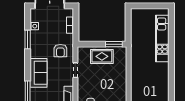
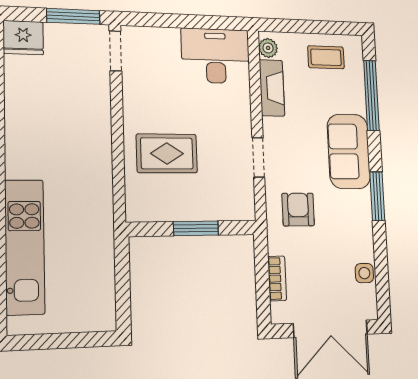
window: (28, 40) -> (377, 196), moved
window: (114, 44) -> (196, 228), moved
rug: (102, 56) -> (167, 153), moved

